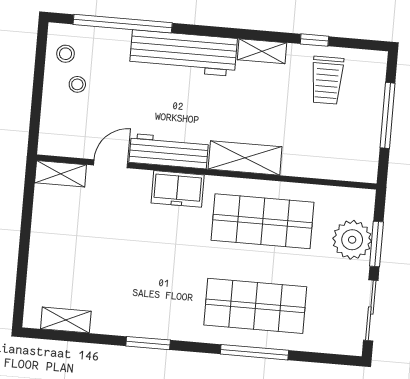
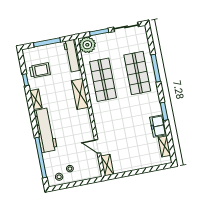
workbench: (169, 151) -> (72, 56), moved
freezer: (178, 189) -> (158, 126), moved, turned 180
plant: (352, 240) -> (87, 45), moved

